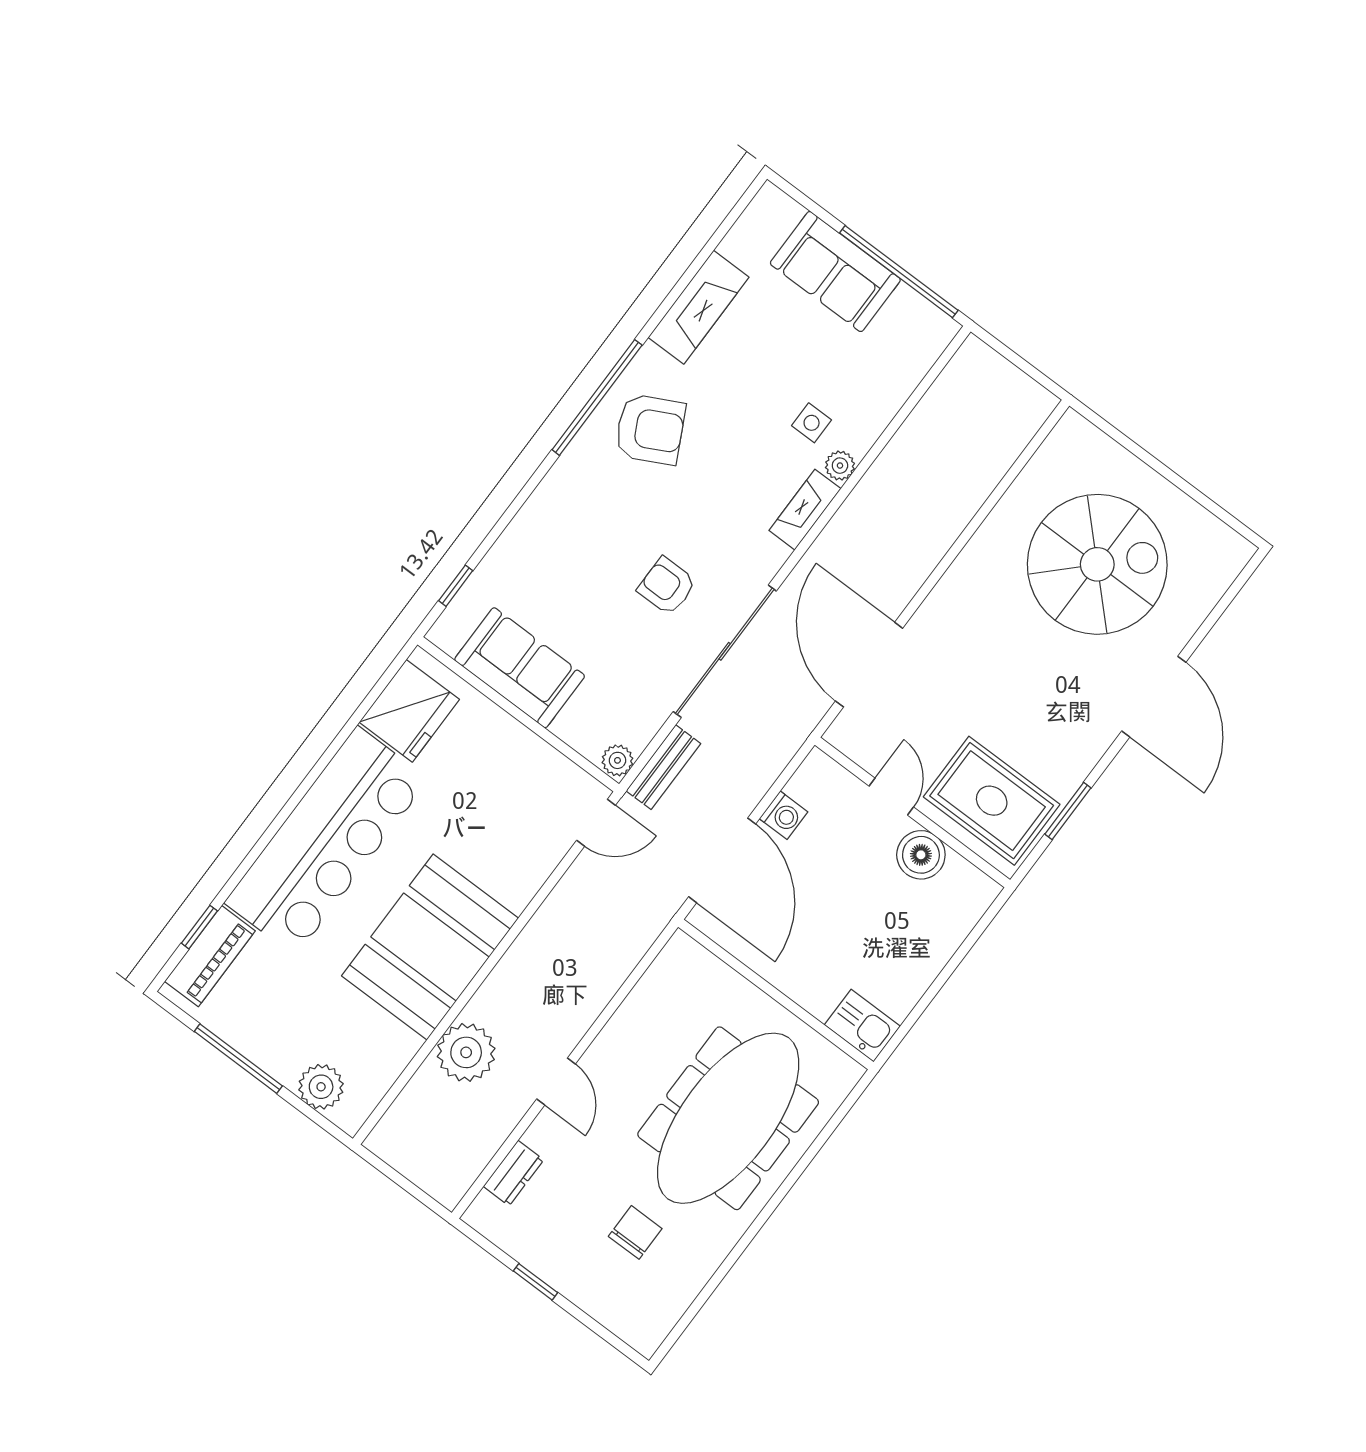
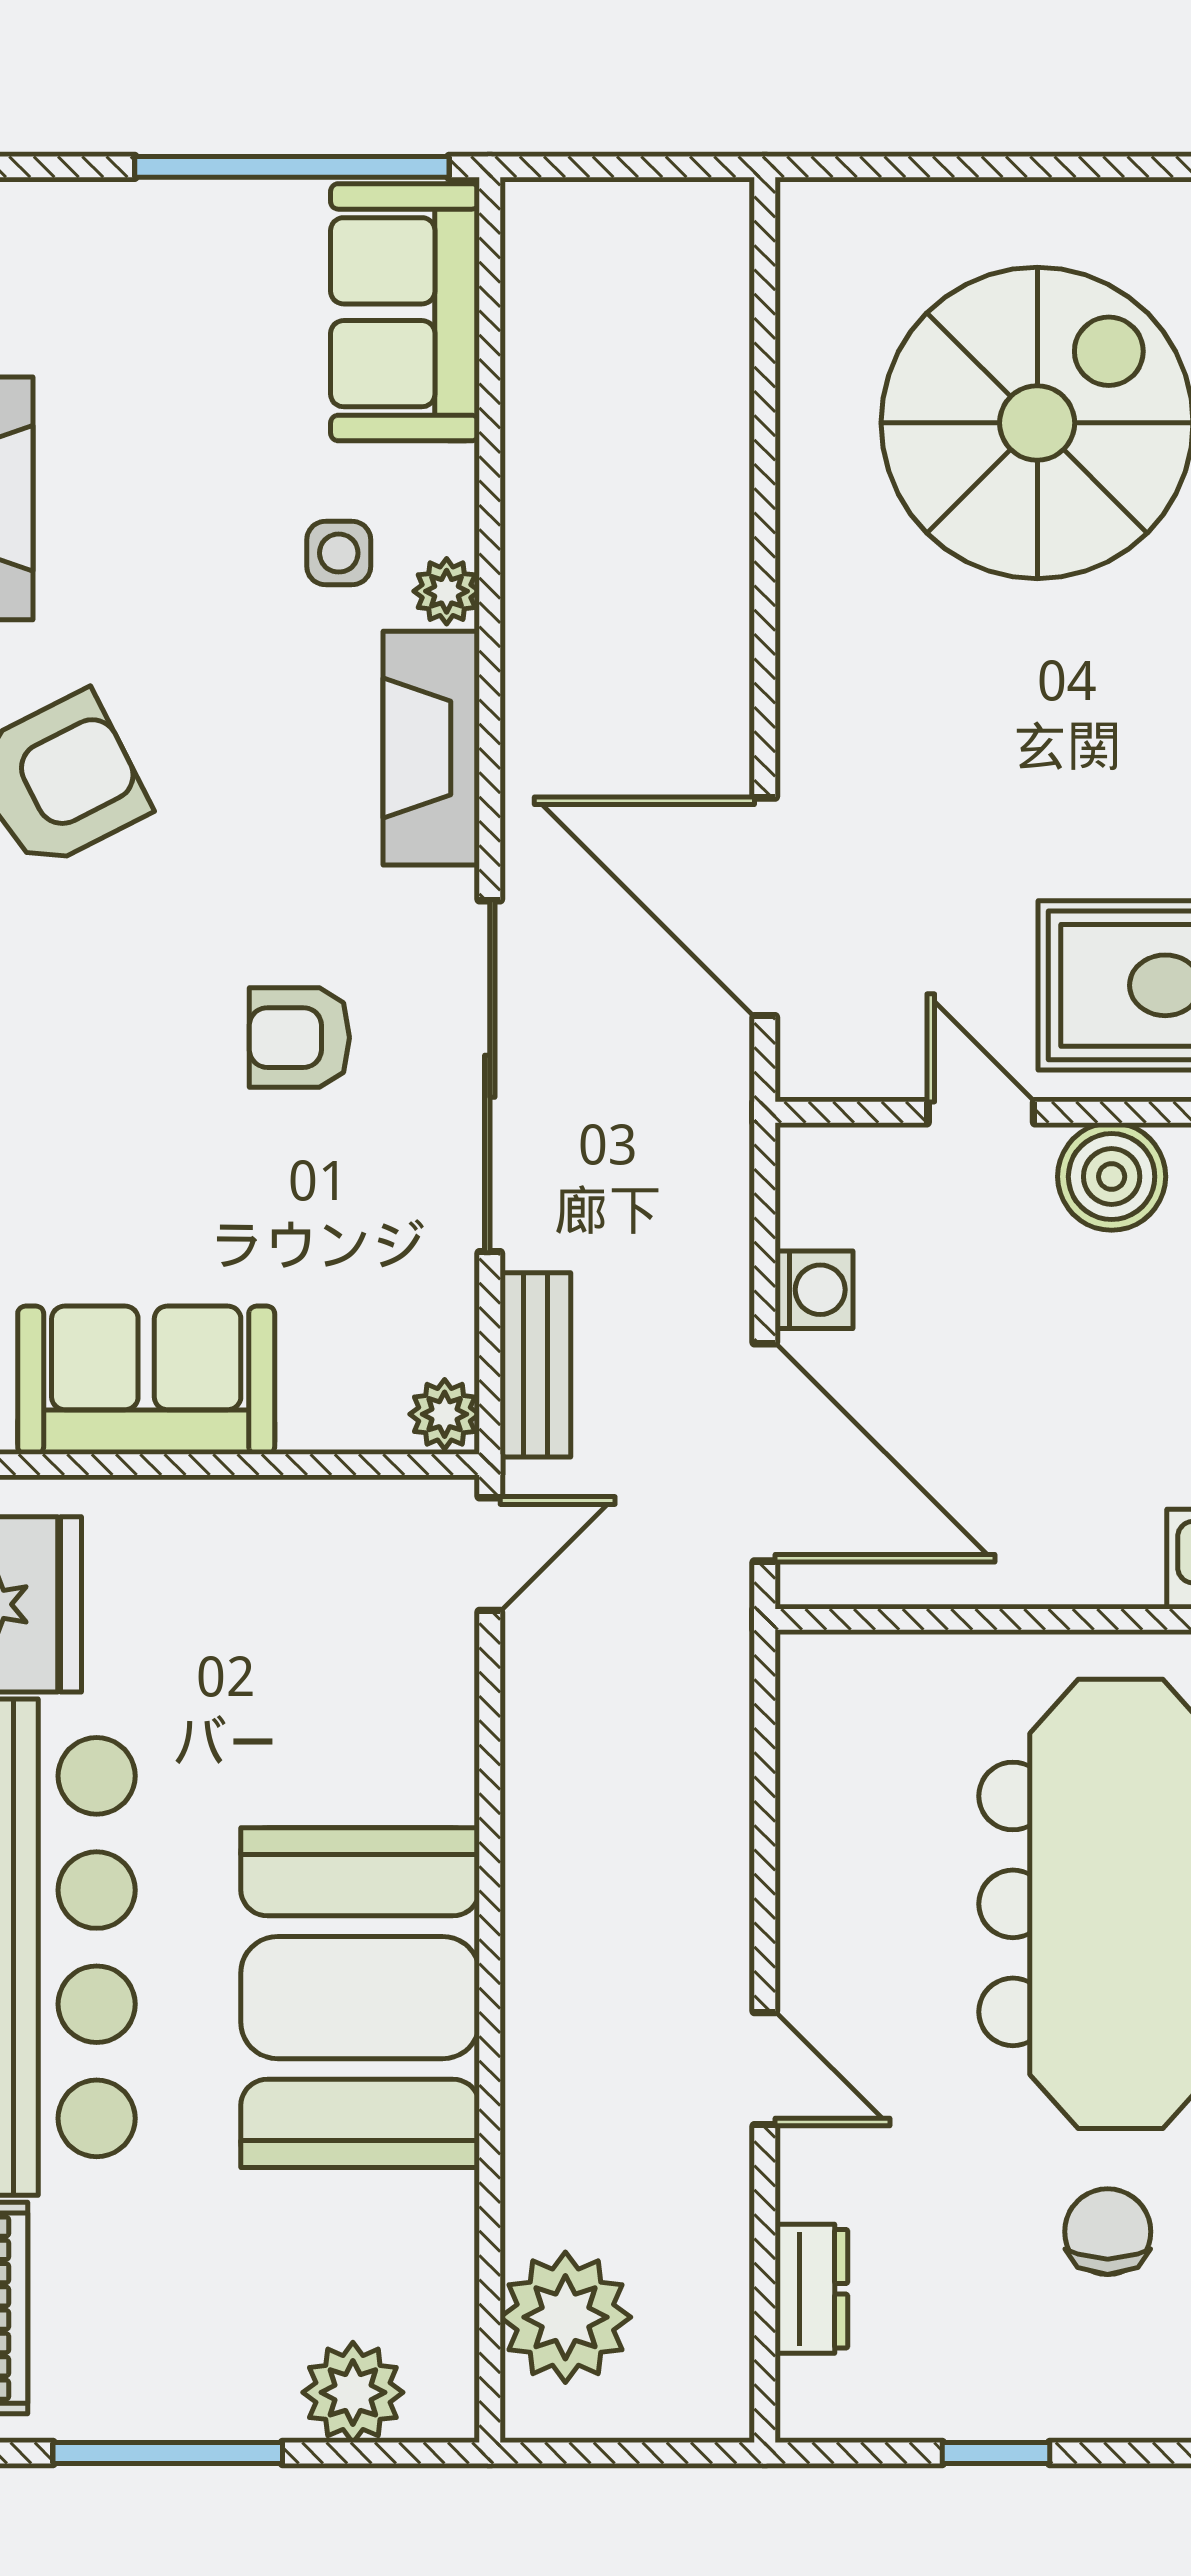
sofa: (835, 272) -> (405, 312), moved, turned 90
fireplace: (805, 510) -> (431, 748), width x1.37, depth x1.32
plant: (466, 1052) -> (565, 2317), moved

